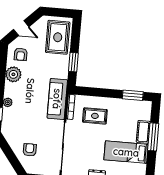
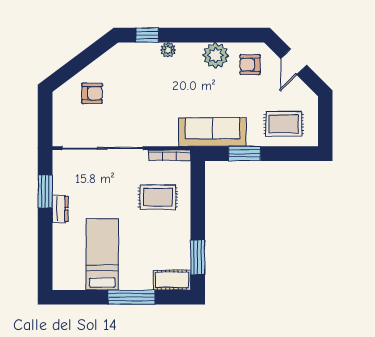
rug: (58, 37) -> (284, 124), width x0.73, depth x0.70
sofa: (57, 99) -> (212, 132), moved
rug: (95, 116) -> (158, 197), turned 90
cot: (143, 132) -> (172, 280), moved

